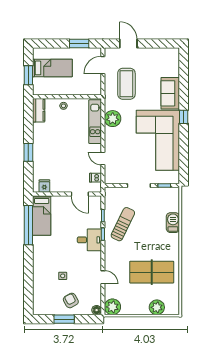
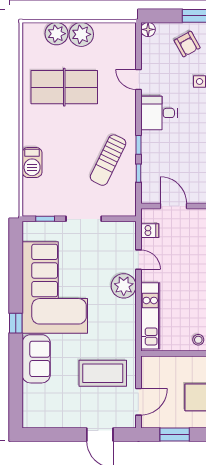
coffee table: (126, 84) -> (103, 373), turned 90
plant: (113, 119) -> (124, 286), moved
desk: (89, 240) -> (159, 113), moved
plant: (112, 307) -> (81, 34), moved

